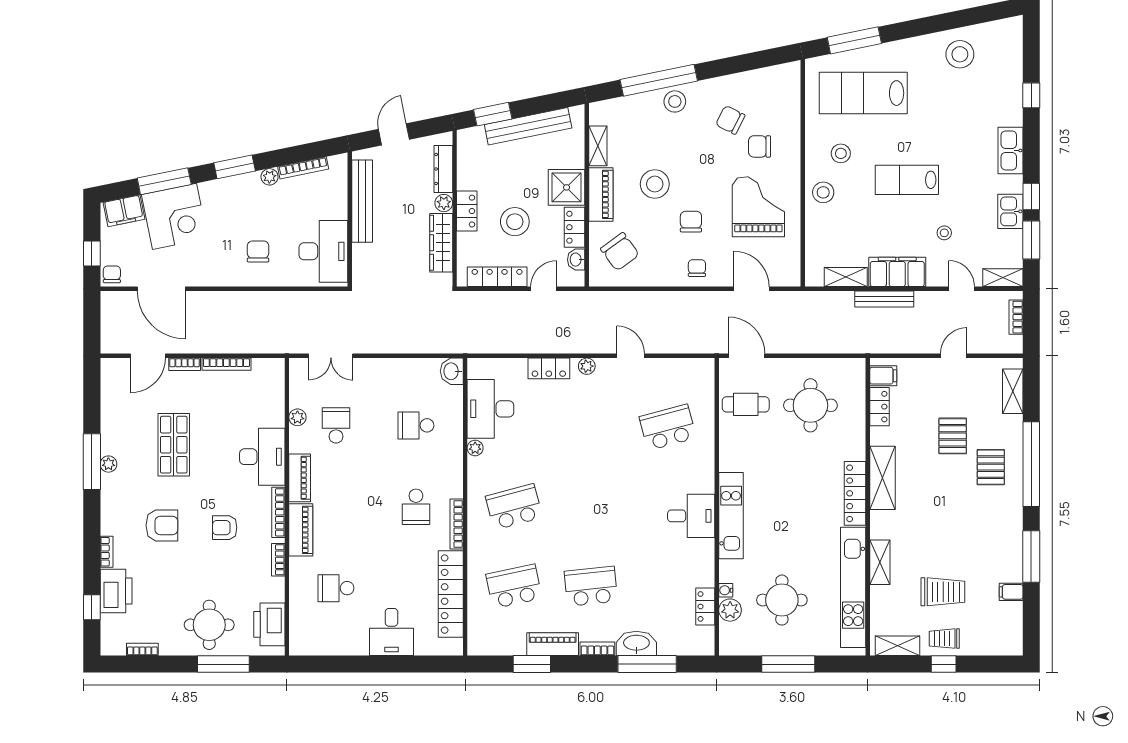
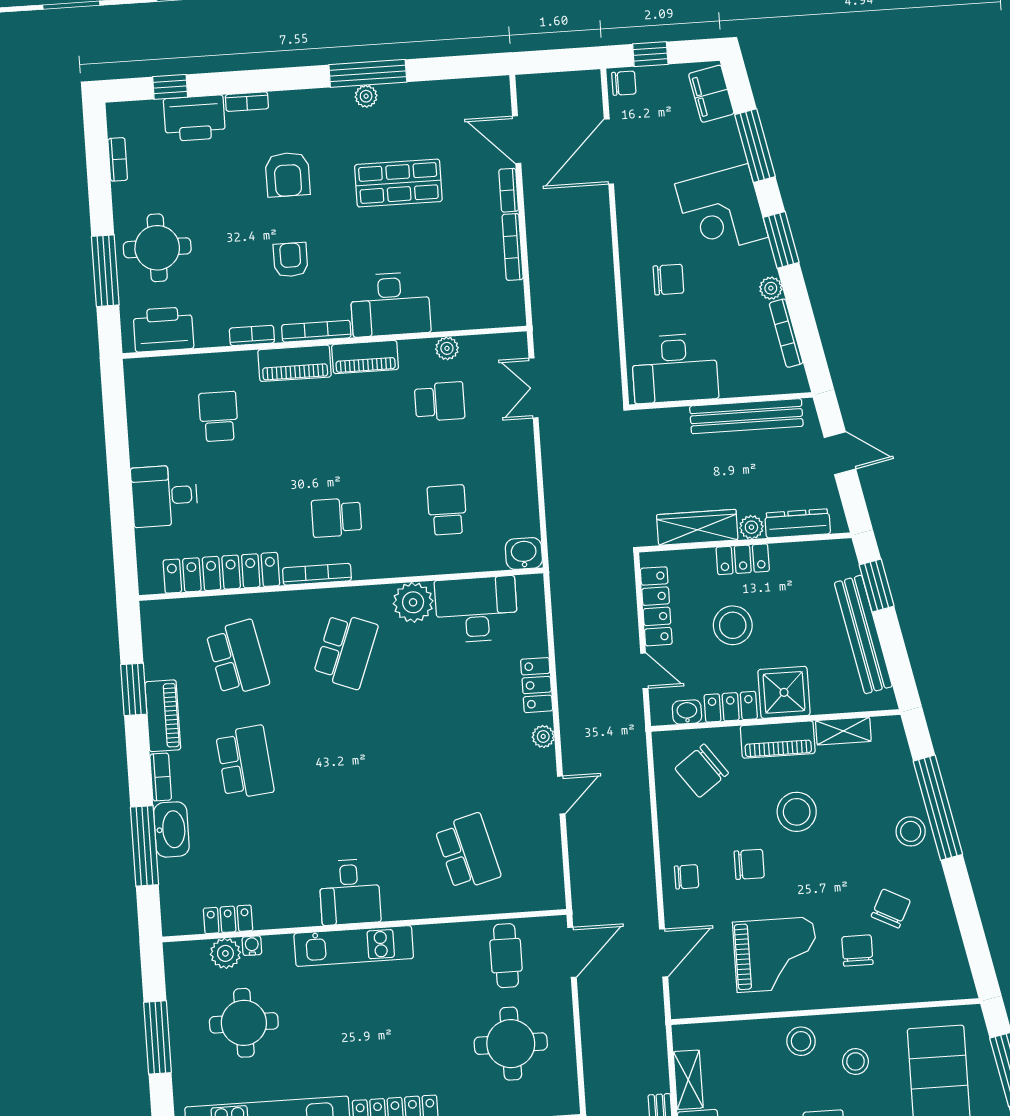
corner desk: (175, 216) -> (722, 210), moved
plant: (475, 448) -> (413, 602), width x1.88, depth x1.88
school desk: (514, 507) -> (346, 651), turned 36

